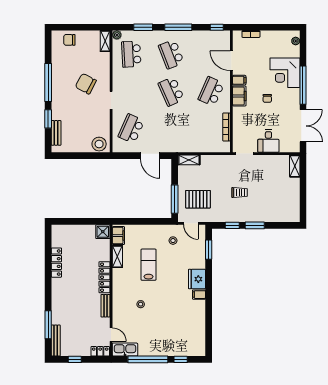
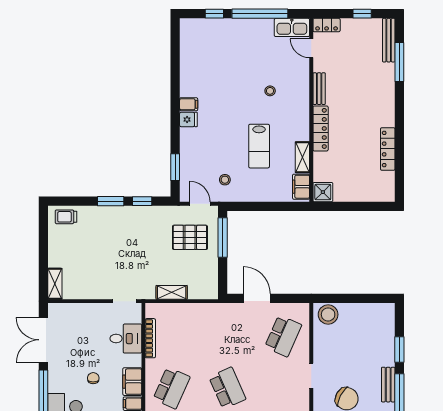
bench: (56, 133) -> (388, 385), moved
desk: (268, 141) -> (126, 339), moved, turned 90
shelving: (189, 160) -> (172, 292), moved
trolley: (239, 192) -> (66, 217), moved
fridge: (197, 279) -> (188, 119), width x0.53, depth x0.75

